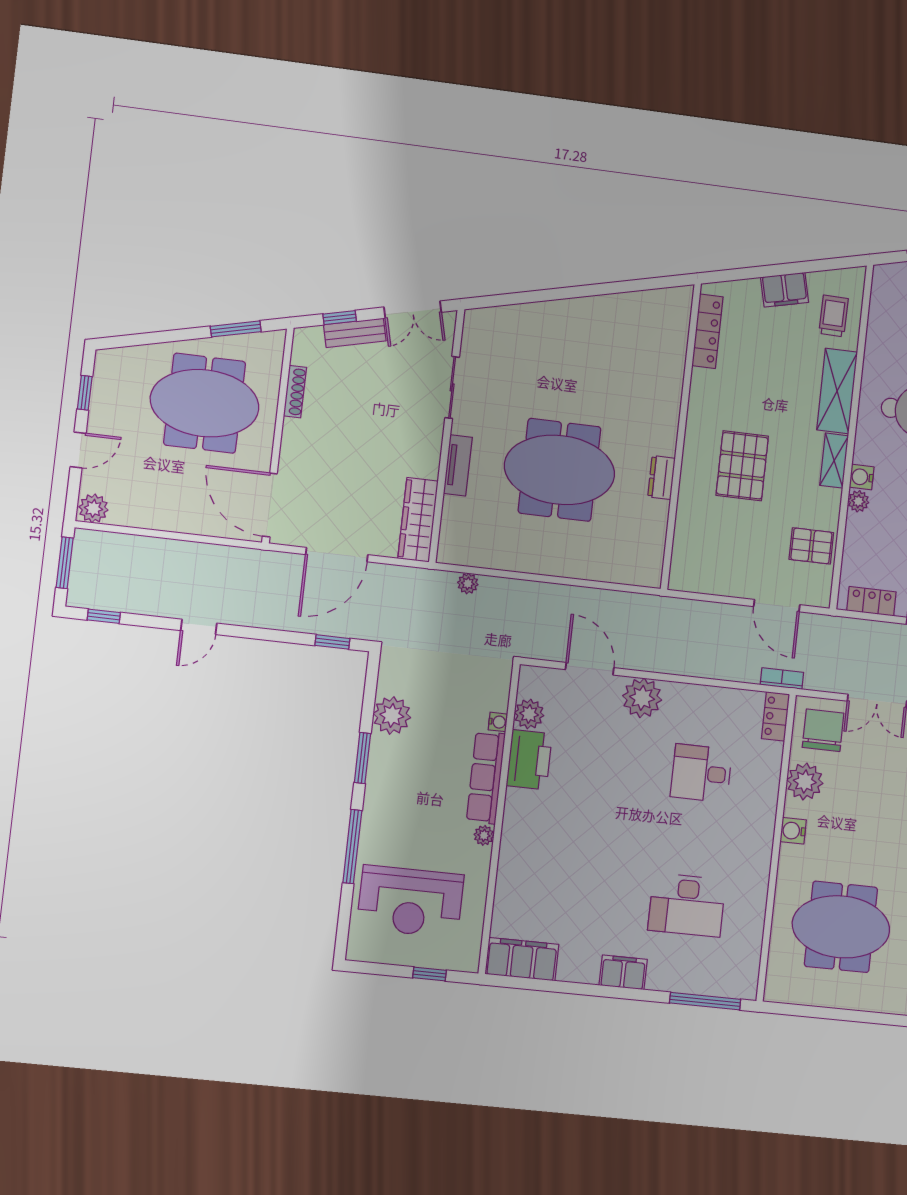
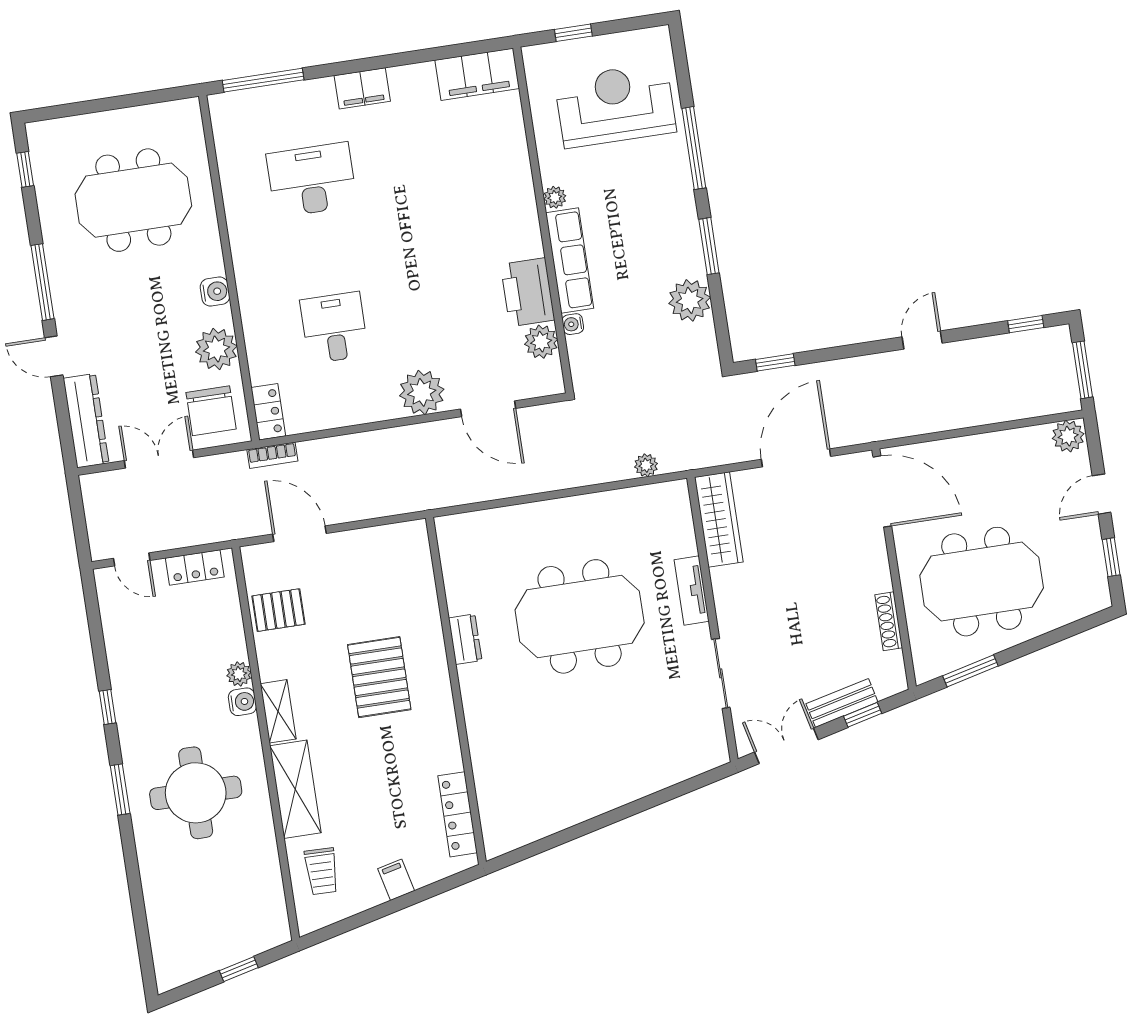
filing cabinet: (785, 290) -> (396, 880), width x0.50
desk: (701, 773) -> (334, 328), turned -90

